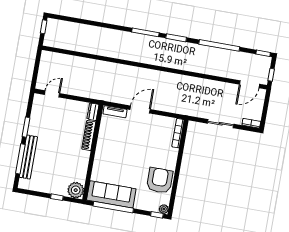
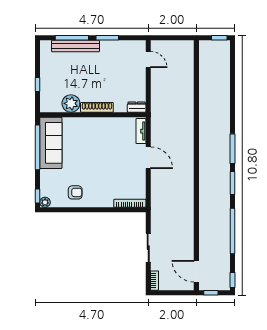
shoe rack: (89, 135) -> (97, 107), moved
armchair: (160, 180) -> (75, 192), width x0.53, depth x0.53
plant: (76, 190) -> (71, 103), moved

